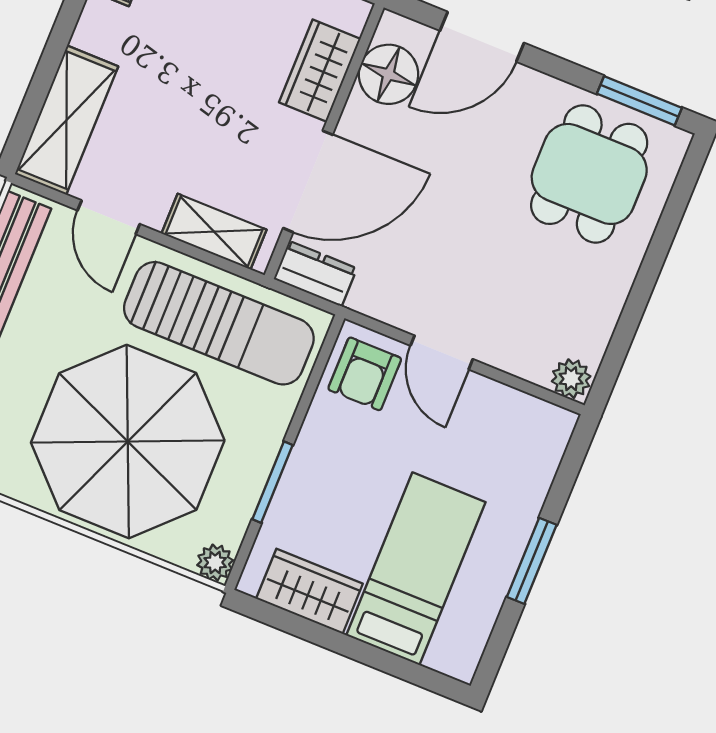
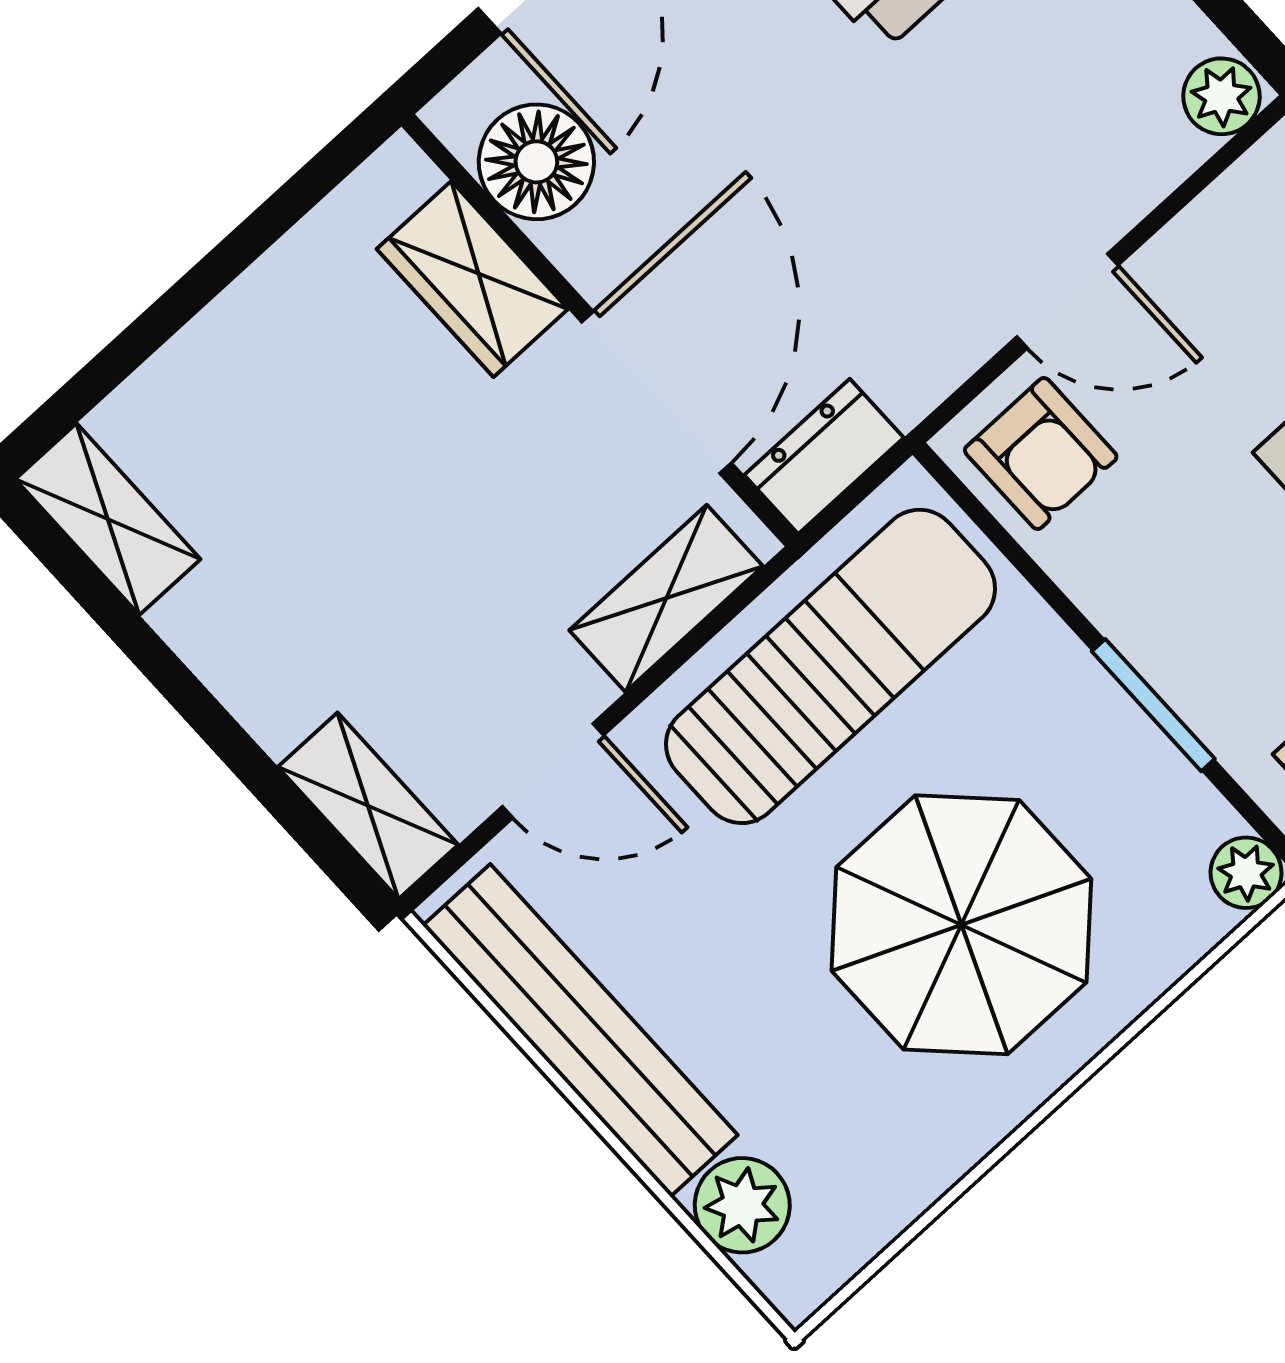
shelving: (66, 120) -> (368, 806), width x0.67, depth x0.75
parasol: (128, 442) -> (961, 925), width x0.73, depth x0.73

